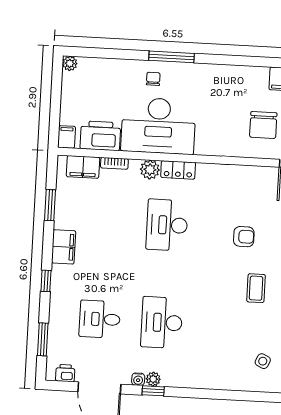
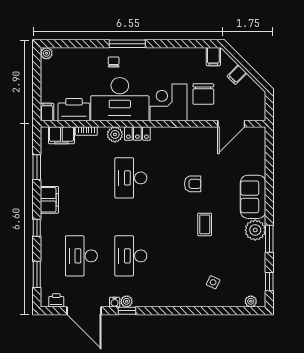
corner desk: (219, 133) -> (168, 102), added
desk: (100, 319) -> (81, 256), width x1.37

